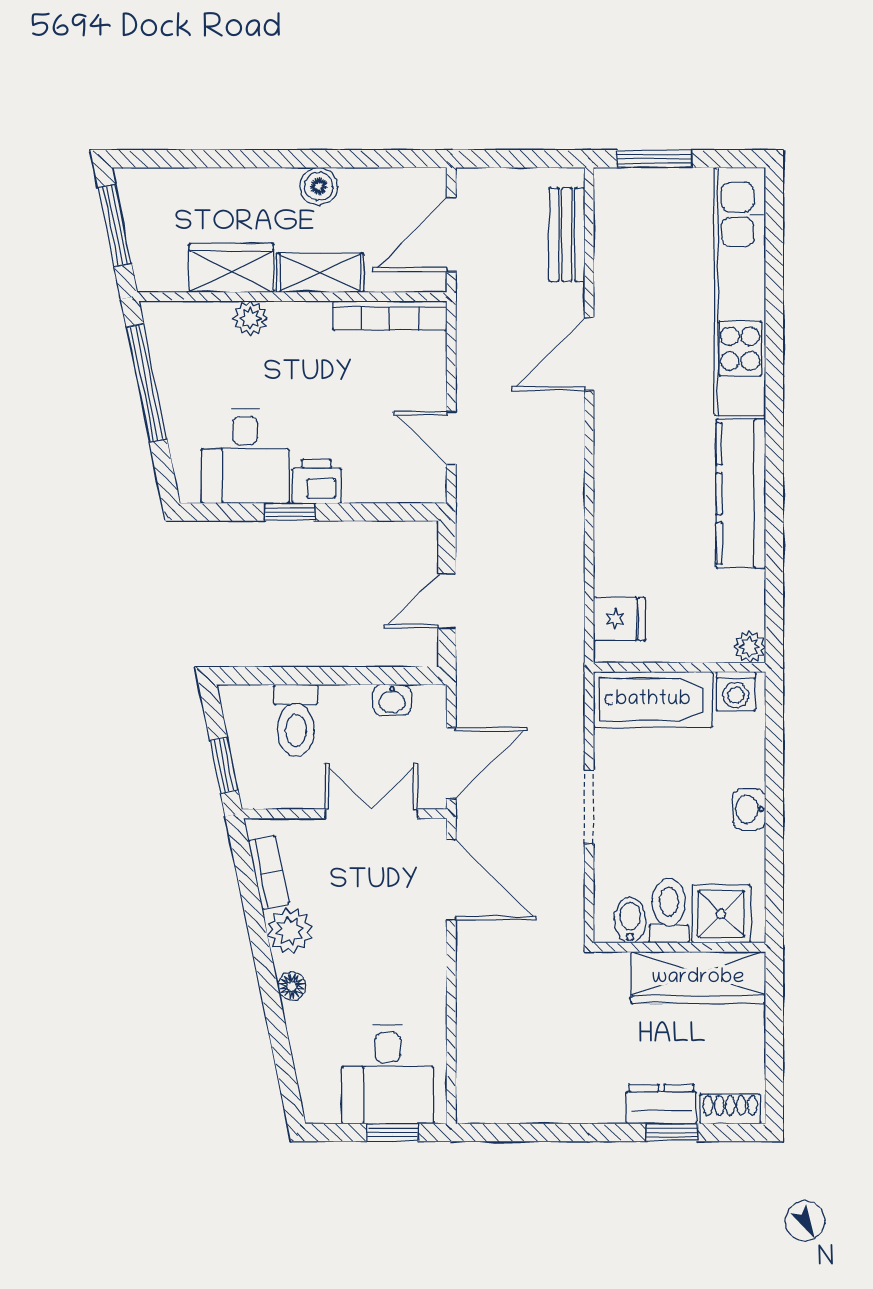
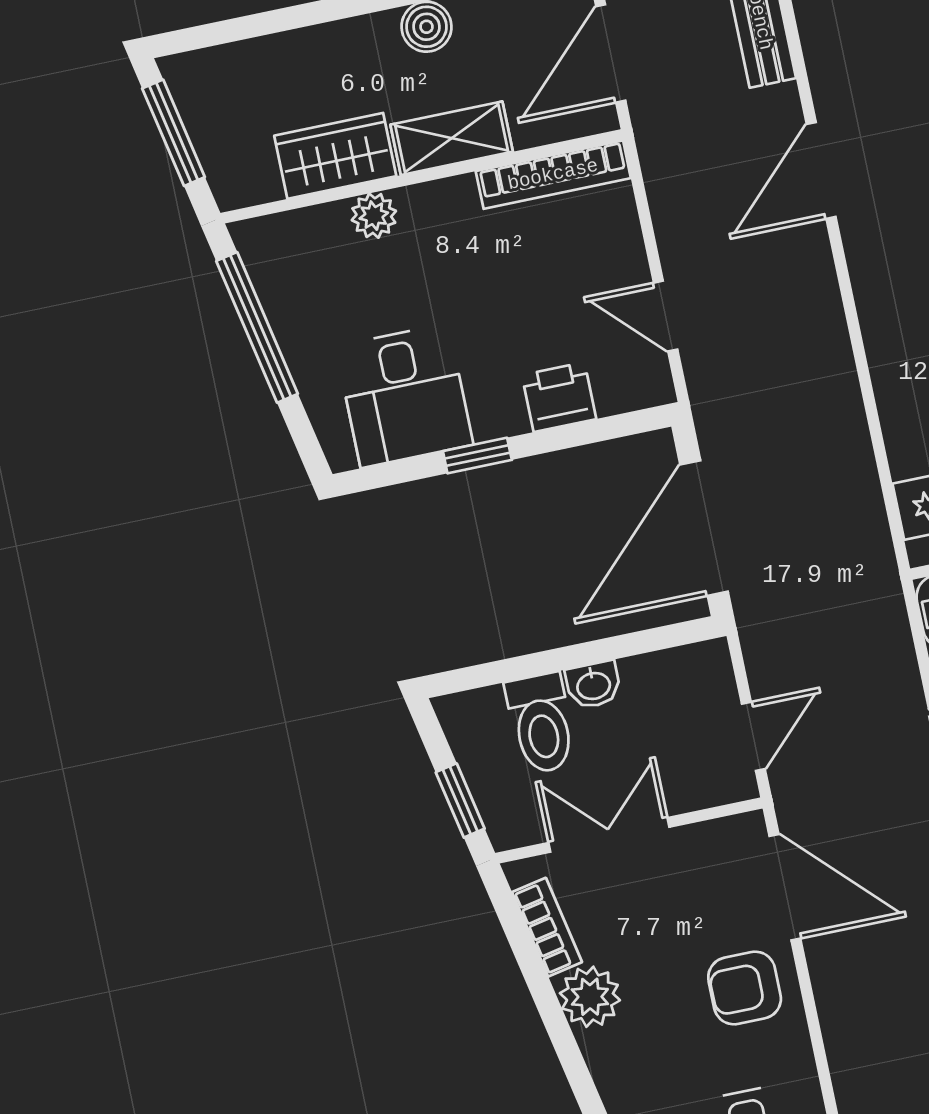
printer: (317, 481) -> (559, 397), moved
door: (447, 601) -> (704, 528), width x1.88
washbasin: (392, 700) -> (593, 685), moved
door: (451, 763) -> (753, 736), width x0.73
double door: (371, 814) -> (609, 835), moved
armchair: (406, 948) -> (745, 988), added
floor lamp: (292, 986) -> (608, 1068), removed

